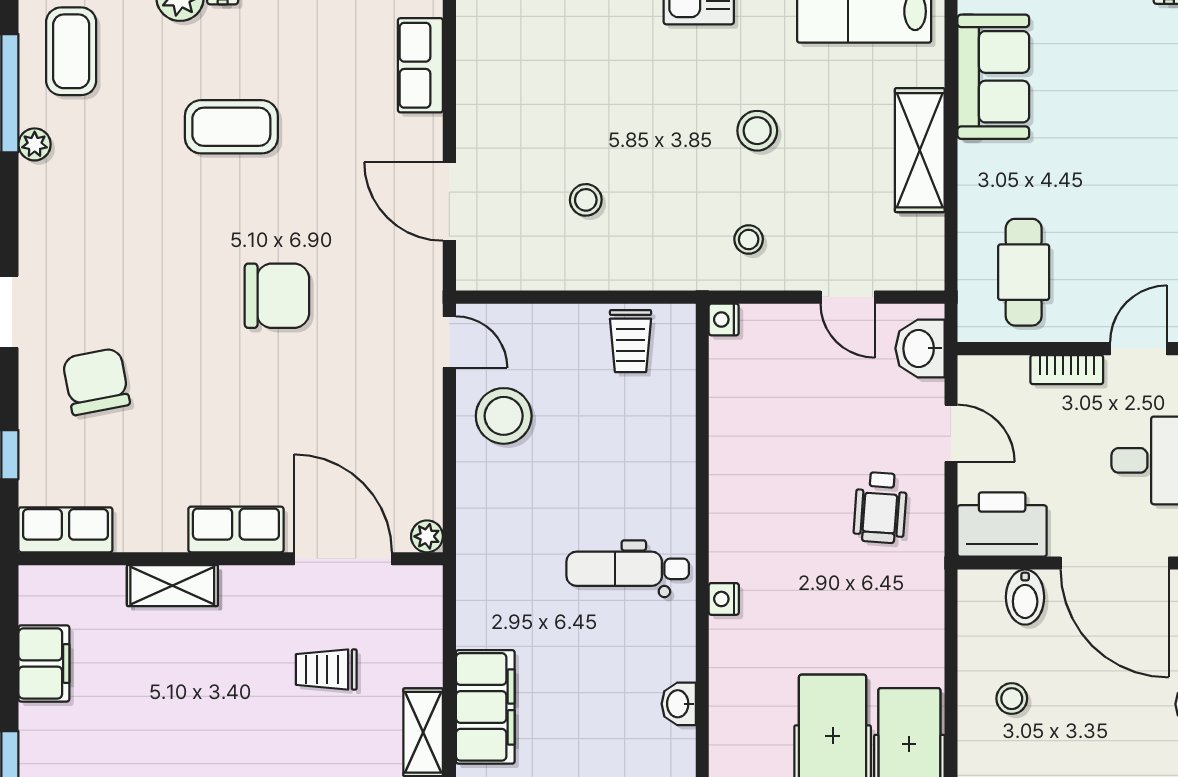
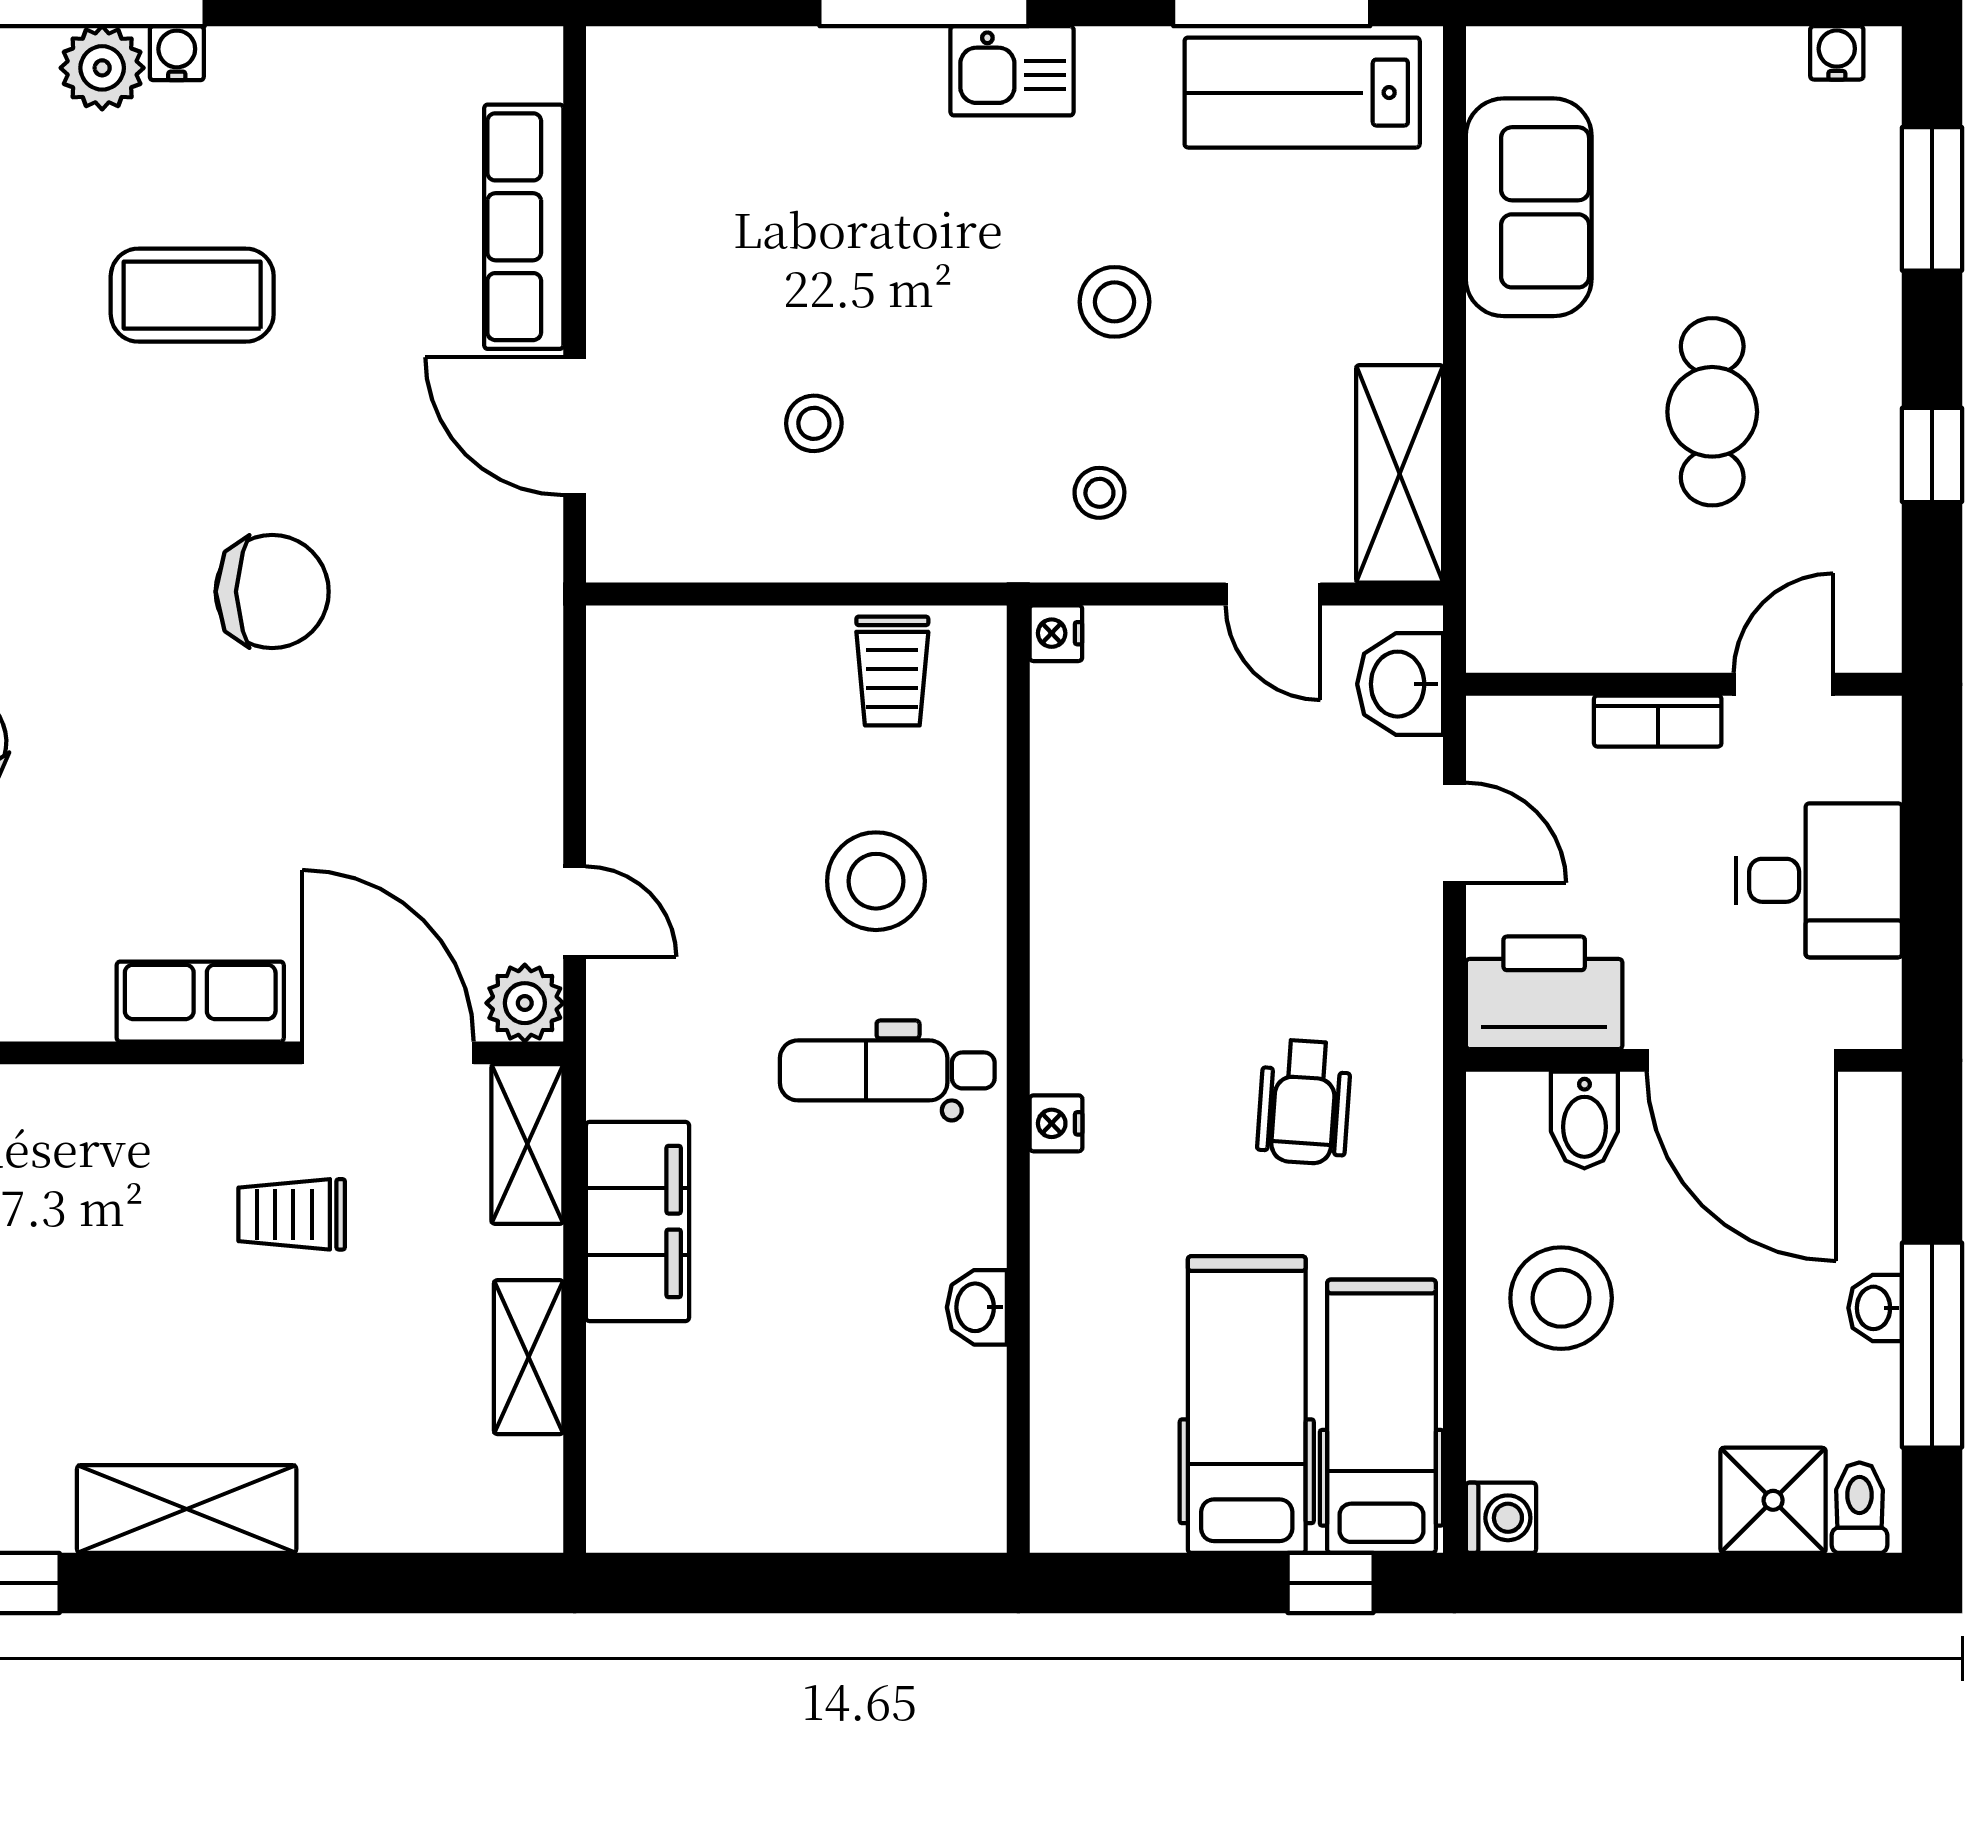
row of seats: (420, 65) -> (524, 227), width x1.48
shelving: (920, 150) -> (1400, 474), moved
cafe table: (1024, 272) -> (1712, 412), moved
door: (449, 342) -> (575, 912), moved
stool: (504, 416) -> (876, 881), moved
wheelchair: (880, 508) -> (1304, 1102), moved
plant: (427, 536) -> (525, 1003), width x1.38, depth x1.38
shelving: (172, 586) -> (527, 1144), moved, turned 90
trolley: (326, 670) -> (292, 1214), moved
stool: (1012, 699) -> (1561, 1298), width x1.89, depth x1.89
filing cabinet: (485, 707) -> (637, 1222), moved

